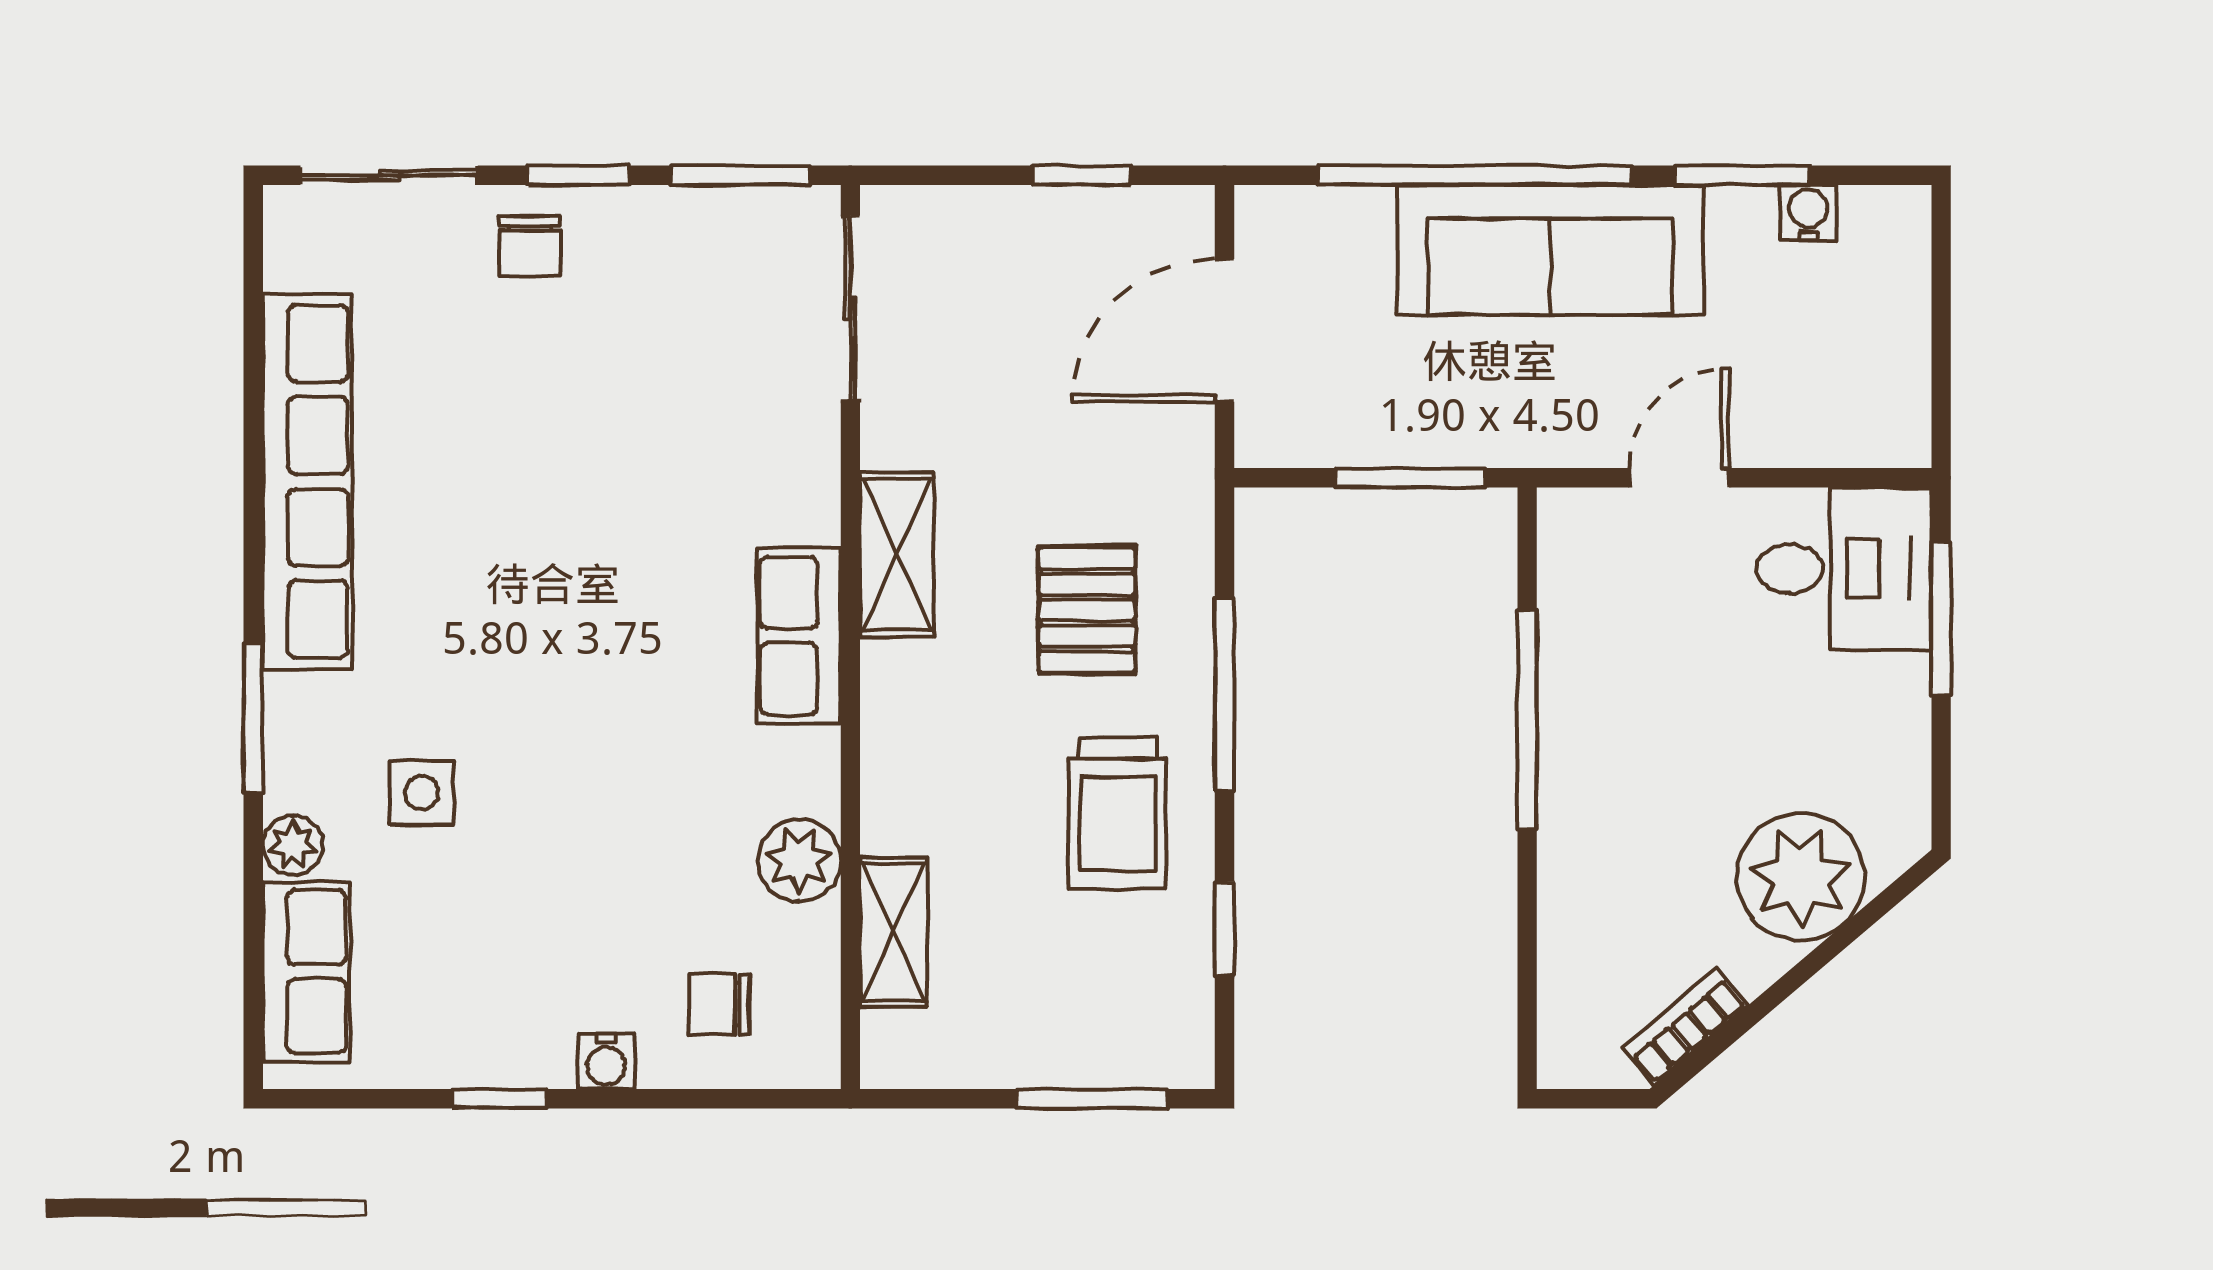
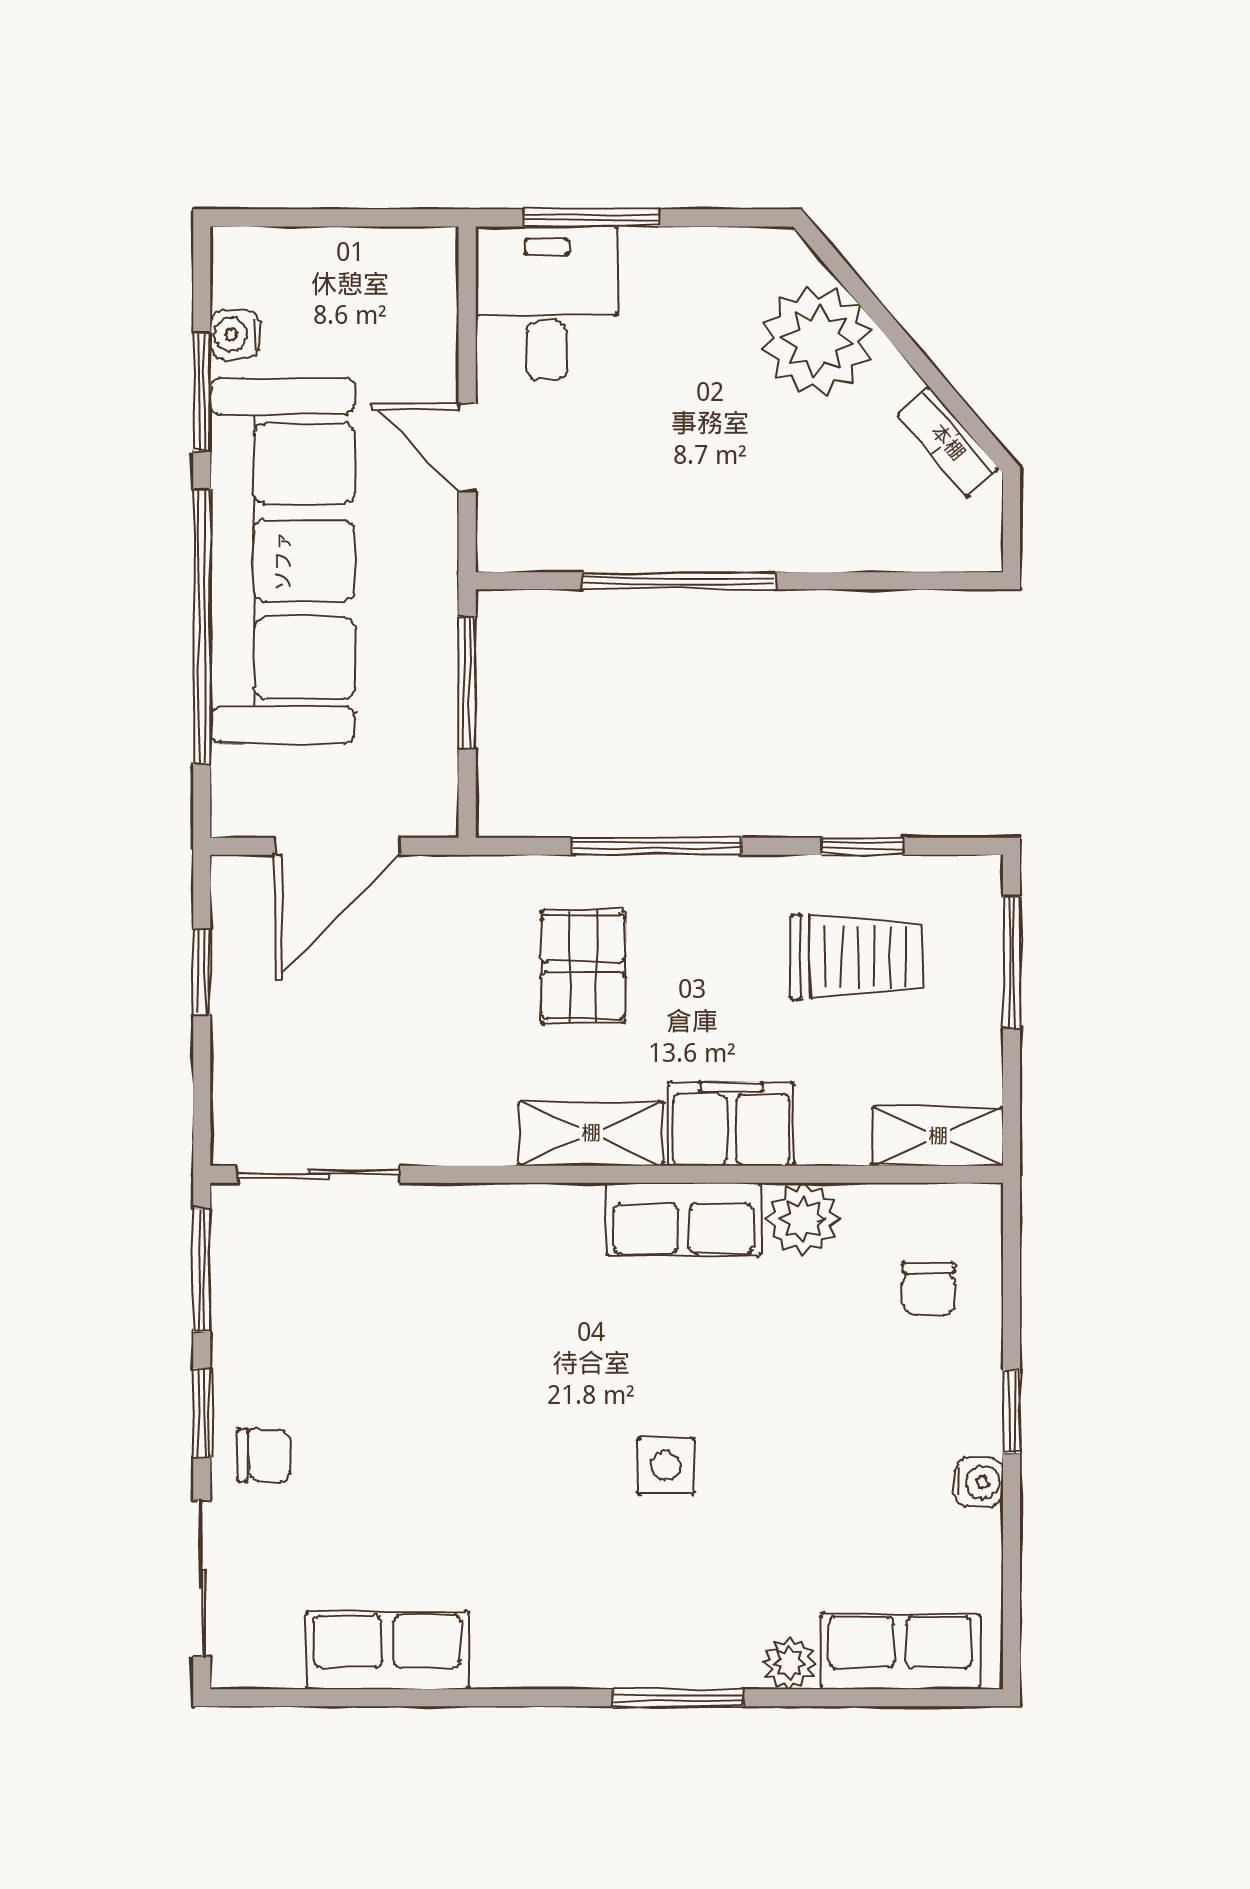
sofa: (1550, 250) -> (283, 561), width x1.36, depth x1.27
door: (1225, 330) -> (338, 846), hinge flipped
row of seats: (307, 481) -> (387, 1650), width x0.50
shelving: (897, 554) -> (591, 1133), moved
pallet: (1087, 610) -> (583, 967), turned 90
row of seats: (799, 636) -> (684, 1219), moved
filing cabinet: (908, 779) -> (731, 1124), added
side table: (422, 793) -> (666, 1466), moved
trolley: (1117, 813) -> (857, 957), moved
shelving: (894, 932) -> (938, 1136), moved
water cooler: (606, 1061) -> (979, 1482), moved
window: (499, 1099) -> (1012, 1411), moved

